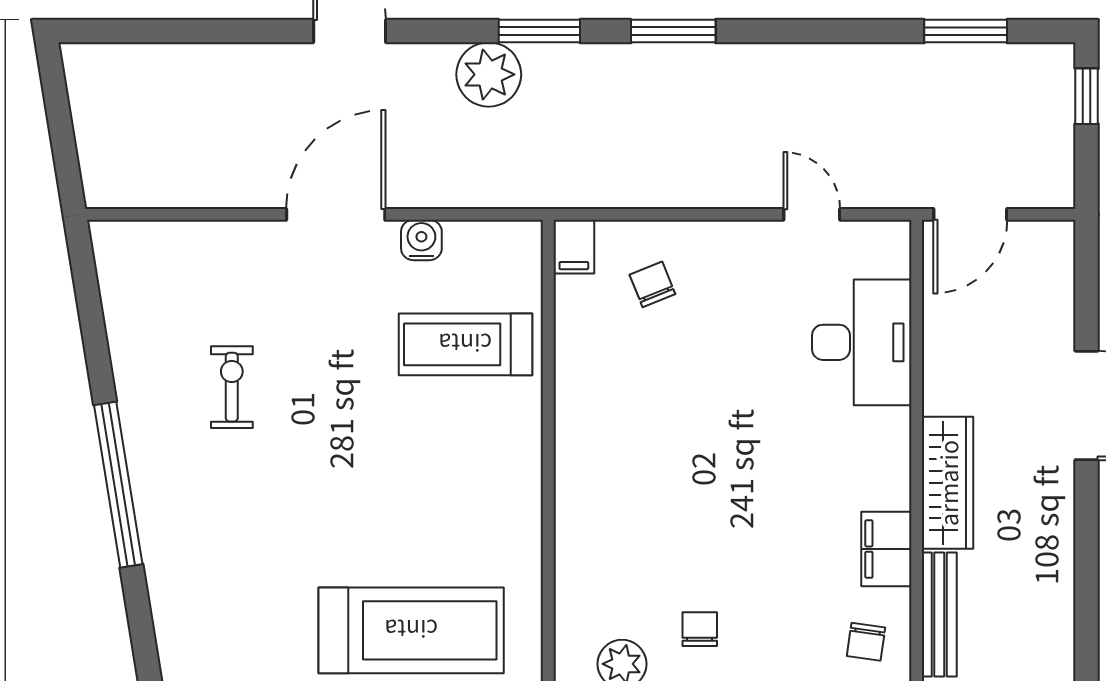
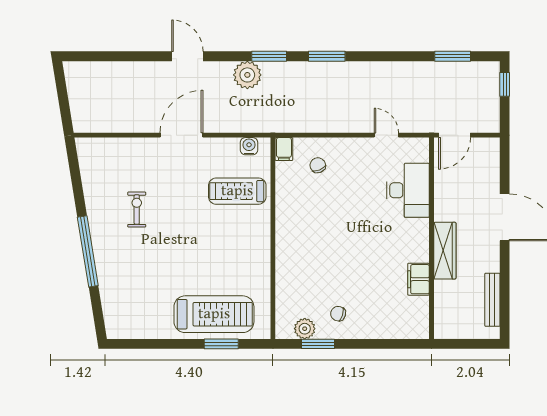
water cooler: (421, 240) -> (249, 146), moved
bench: (939, 614) -> (492, 300), moved
chair: (700, 629) -> (338, 314), turned -73
chair: (866, 642) -> (410, 319), removed

